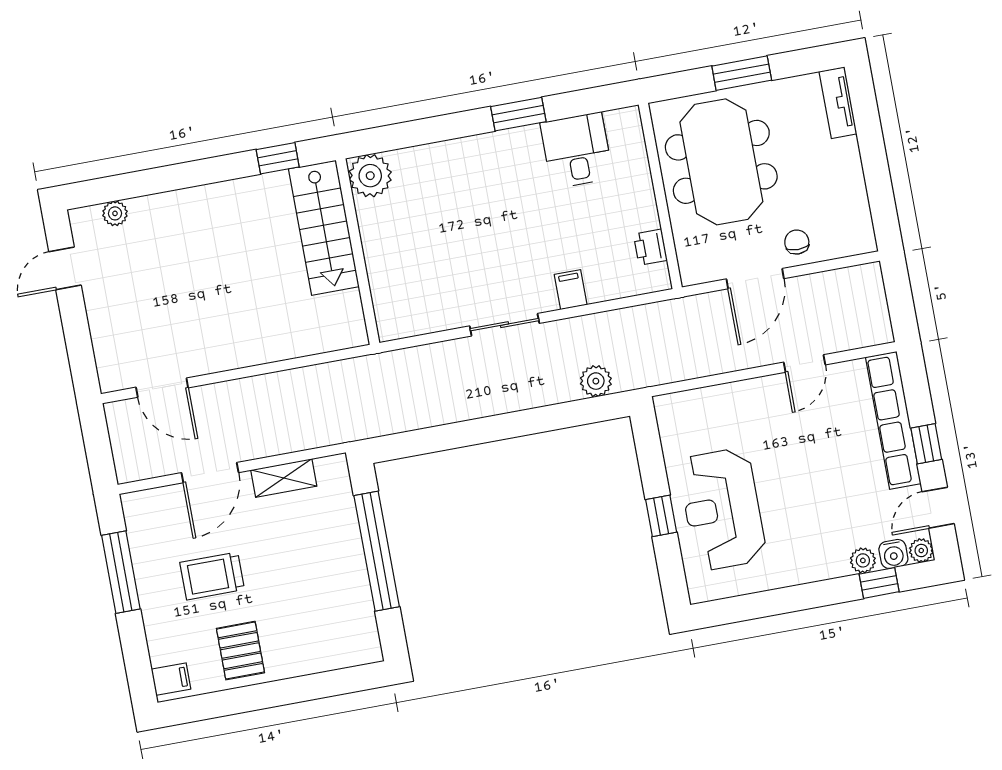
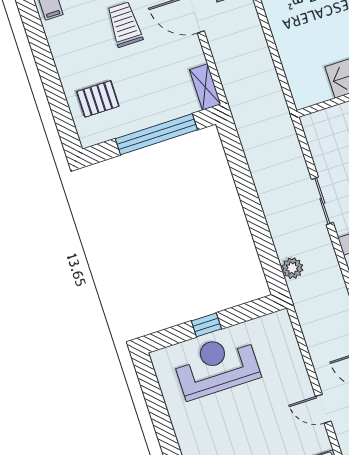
shelving: (284, 478) -> (205, 87), moved
pallet: (240, 651) -> (98, 99), moved

